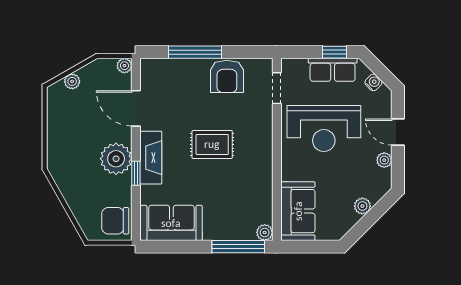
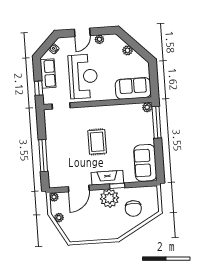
window: (335, 52) -> (39, 88), moved
armchair: (227, 76) -> (56, 136), removed
plant: (72, 81) -> (59, 218), moved
chair: (115, 221) -> (133, 208), moved

